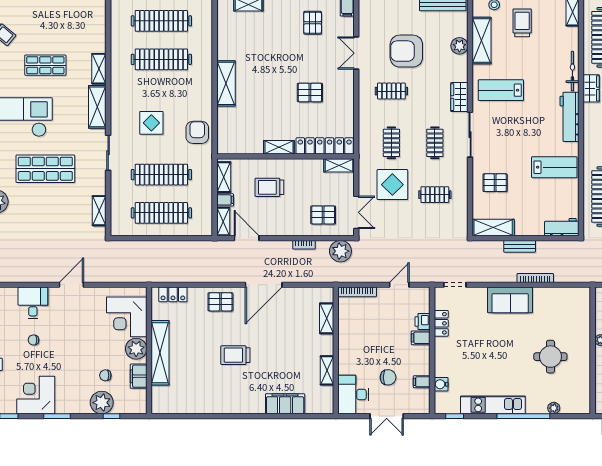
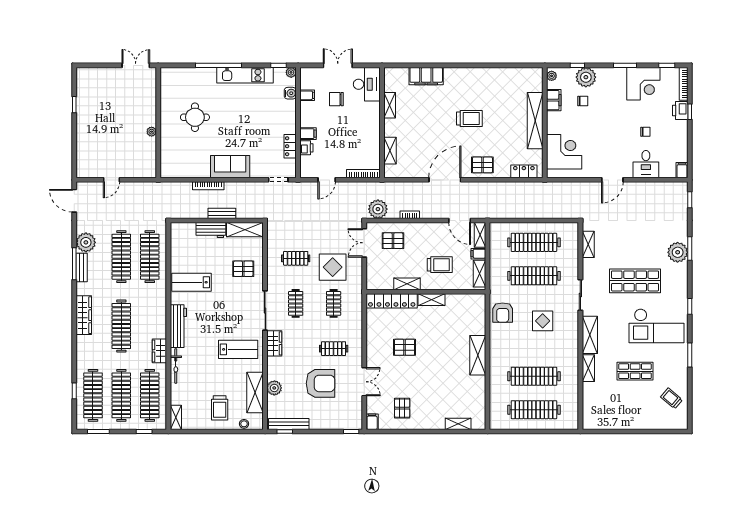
shelving: (339, 165) -> (407, 284), moved
workbench: (562, 227) -> (211, 230), moved
plant: (136, 349) -> (552, 76), moved, width x0.53, depth x0.53
plant: (554, 408) -> (291, 72), moved

